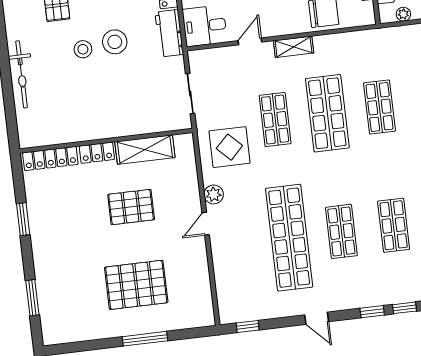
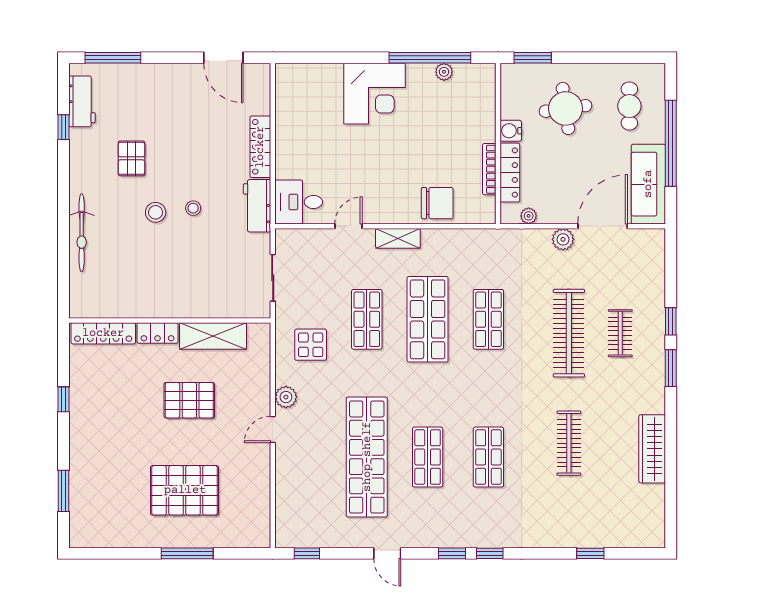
stool: (115, 42) -> (193, 208), width x0.53, depth x0.53
display table: (229, 147) -> (311, 345), width x0.73, depth x0.73
window: (23, 219) -> (64, 399), width x0.67

